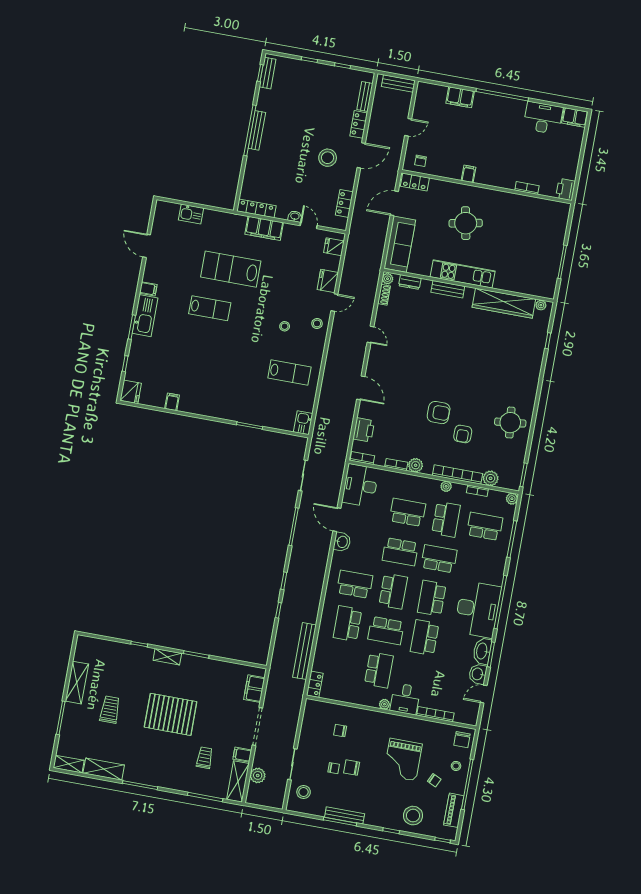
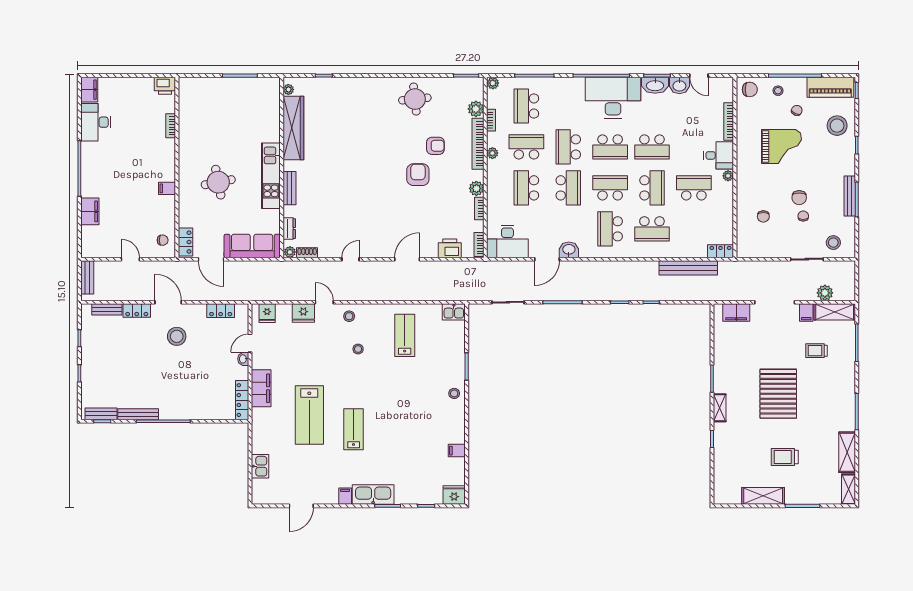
bench: (257, 130) -> (138, 414), moved
stool: (226, 409) -> (454, 393), added
piano: (454, 810) -> (830, 87), width x1.37, depth x1.33

